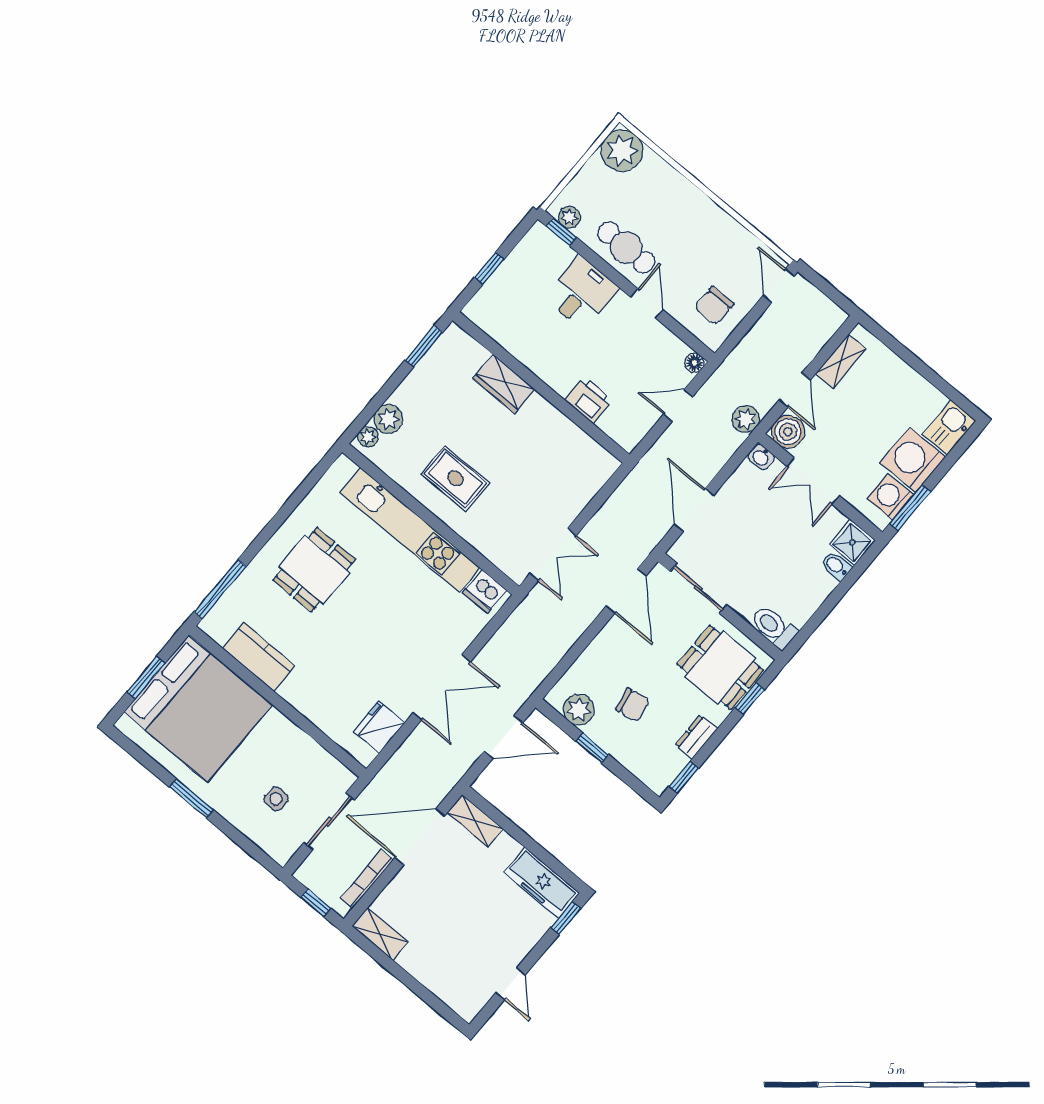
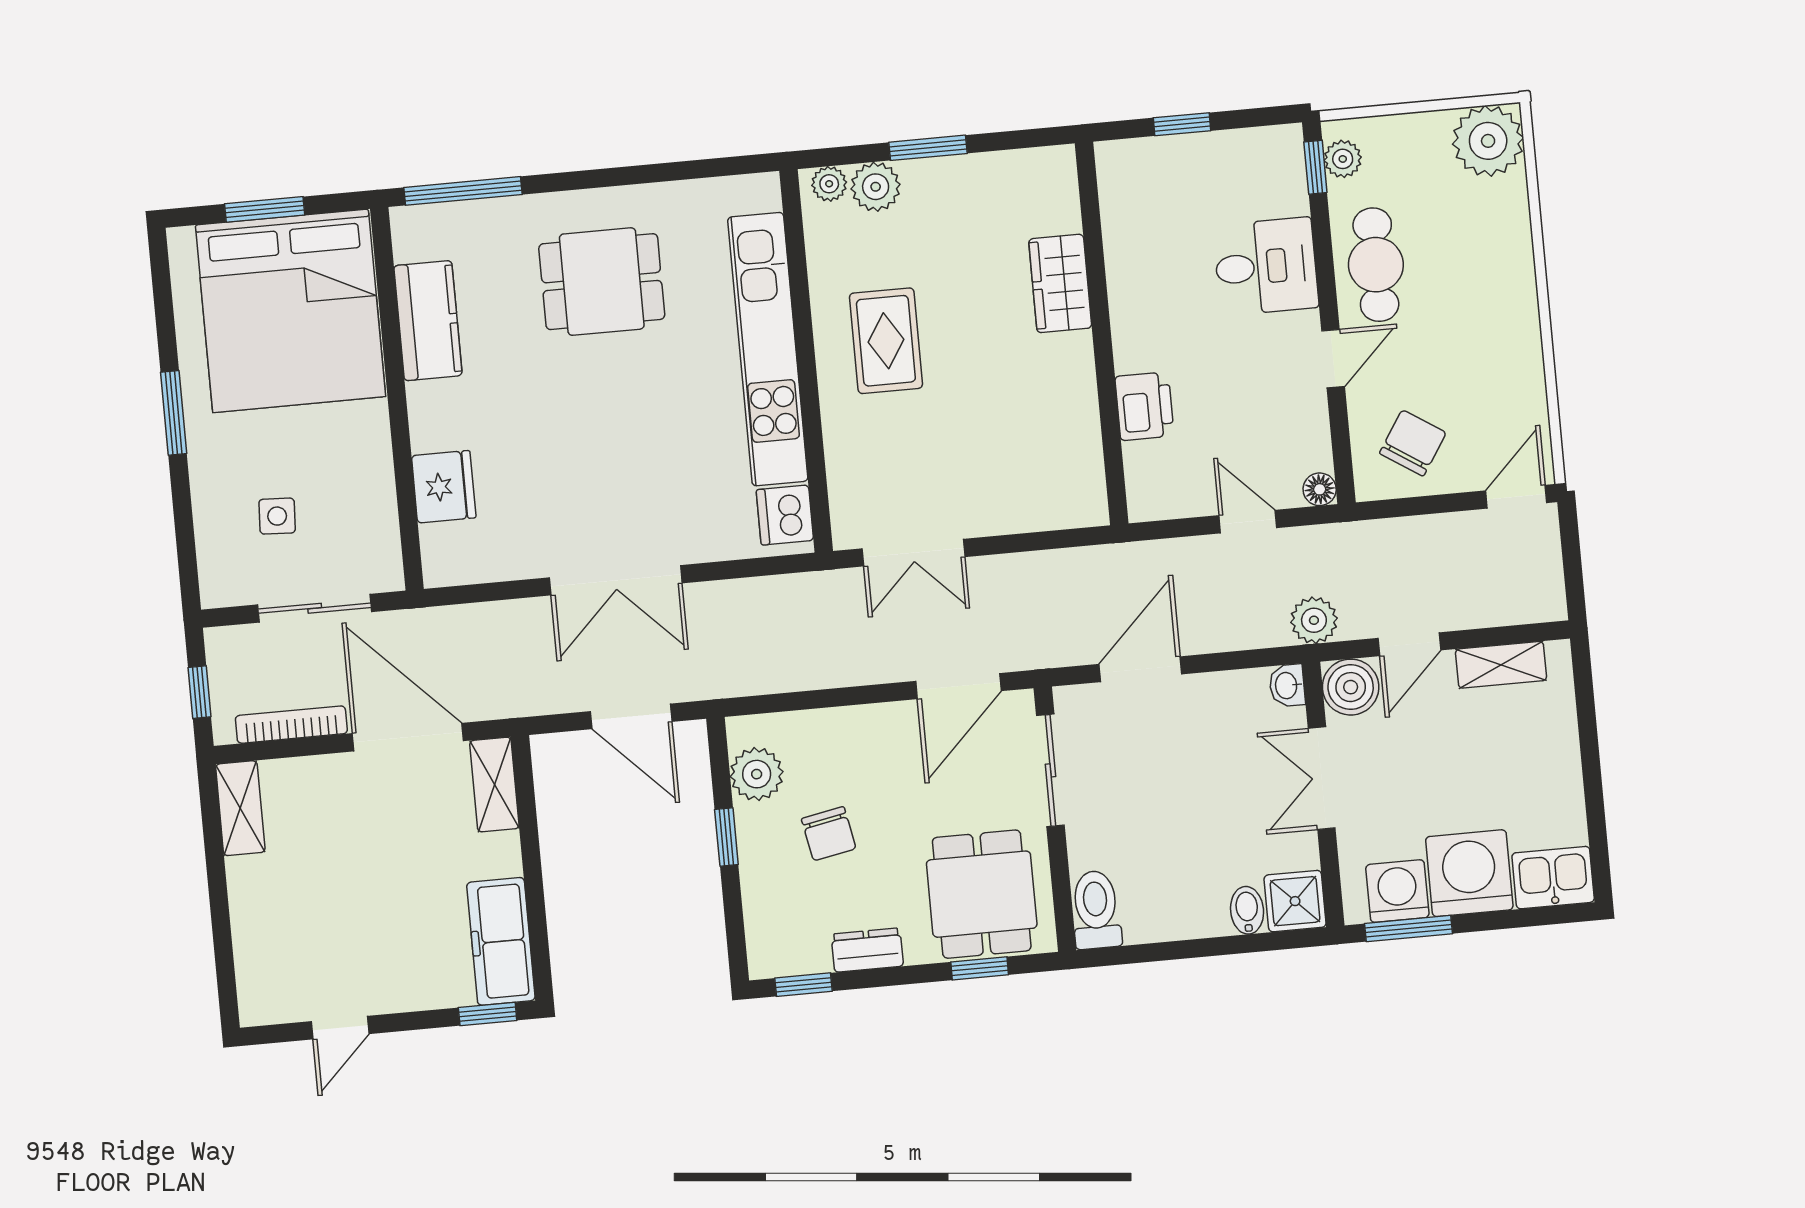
chair: (714, 306) -> (1413, 443), turned 123
window: (424, 346) -> (928, 148), moved
fridge: (379, 727) -> (444, 487), moved, turned 90

